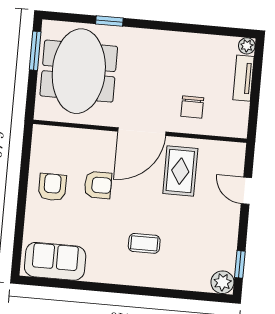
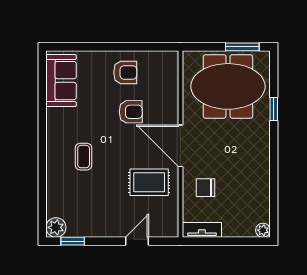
tv unit: (244, 78) -> (202, 230), moved
armchair: (98, 185) -> (131, 112), turned -91

